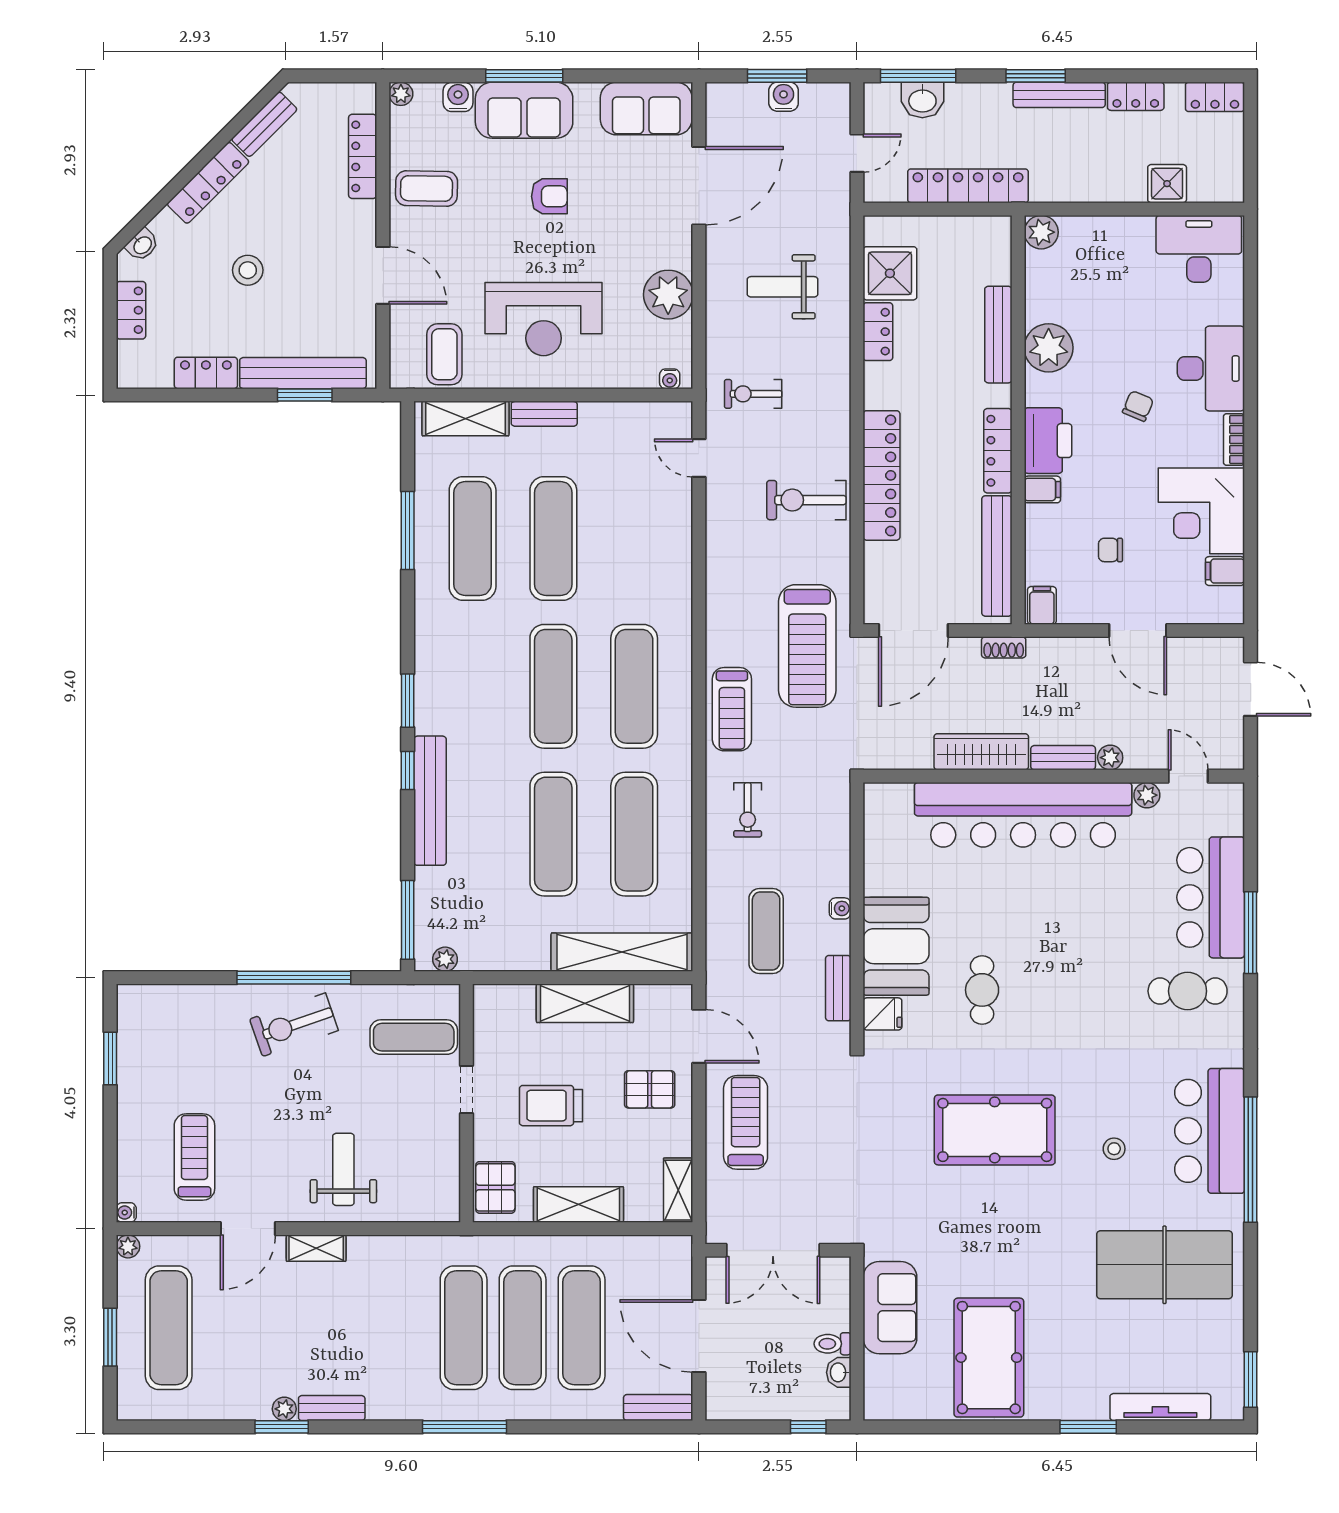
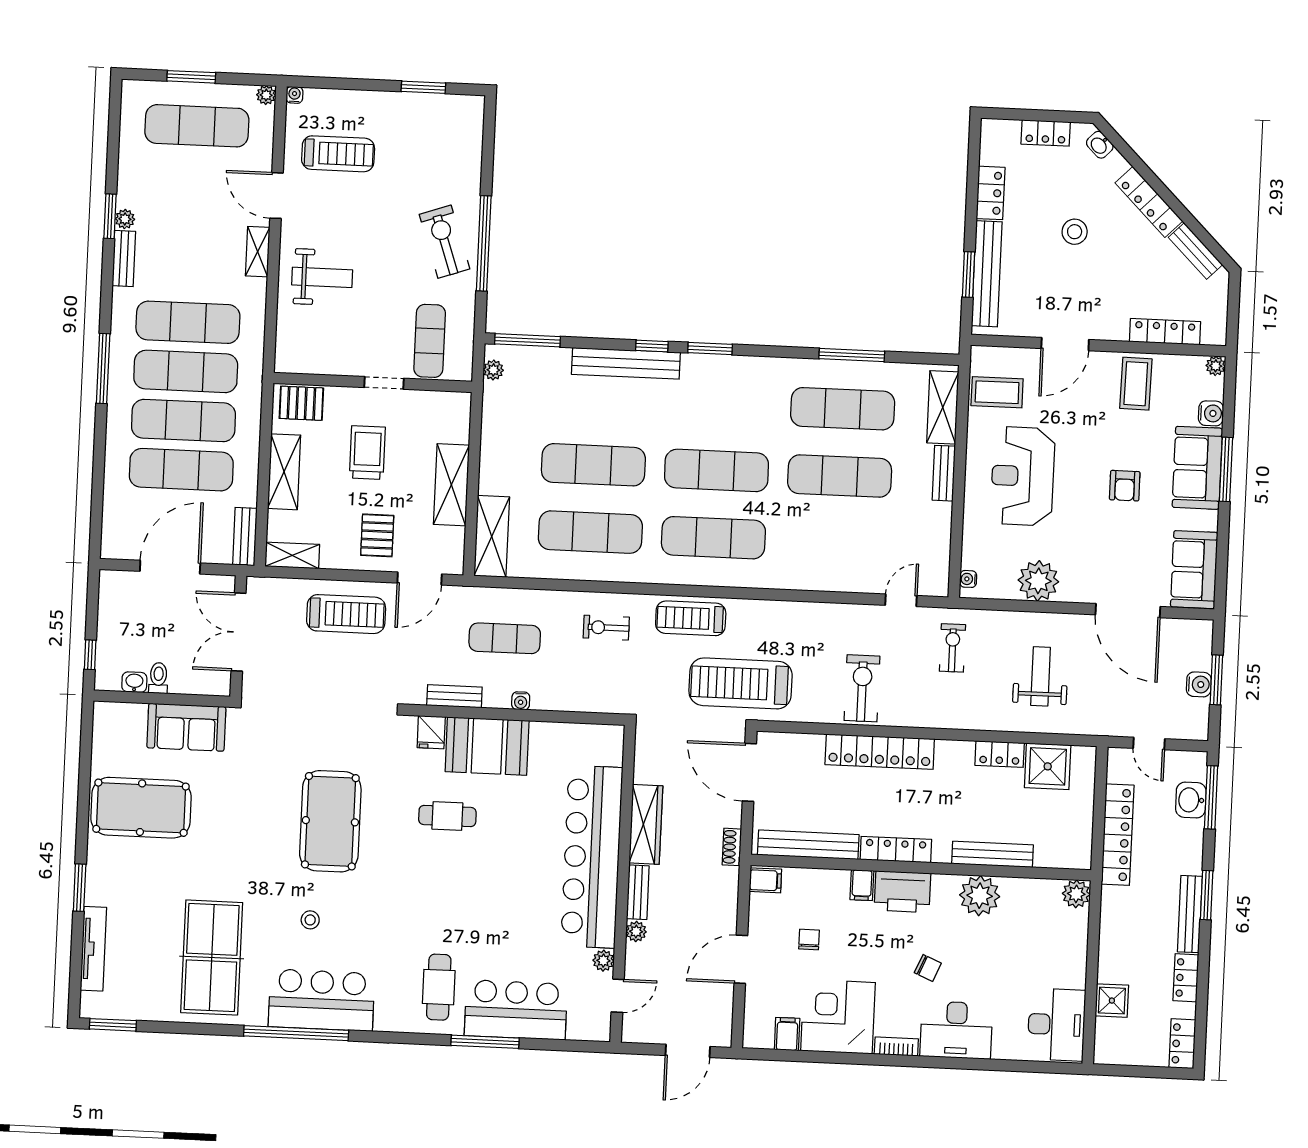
shelving: (622, 952) -> (492, 536), width x0.68
exercise mat: (405, 1328) -> (188, 322), added
bench: (658, 1408) -> (245, 537), moved

